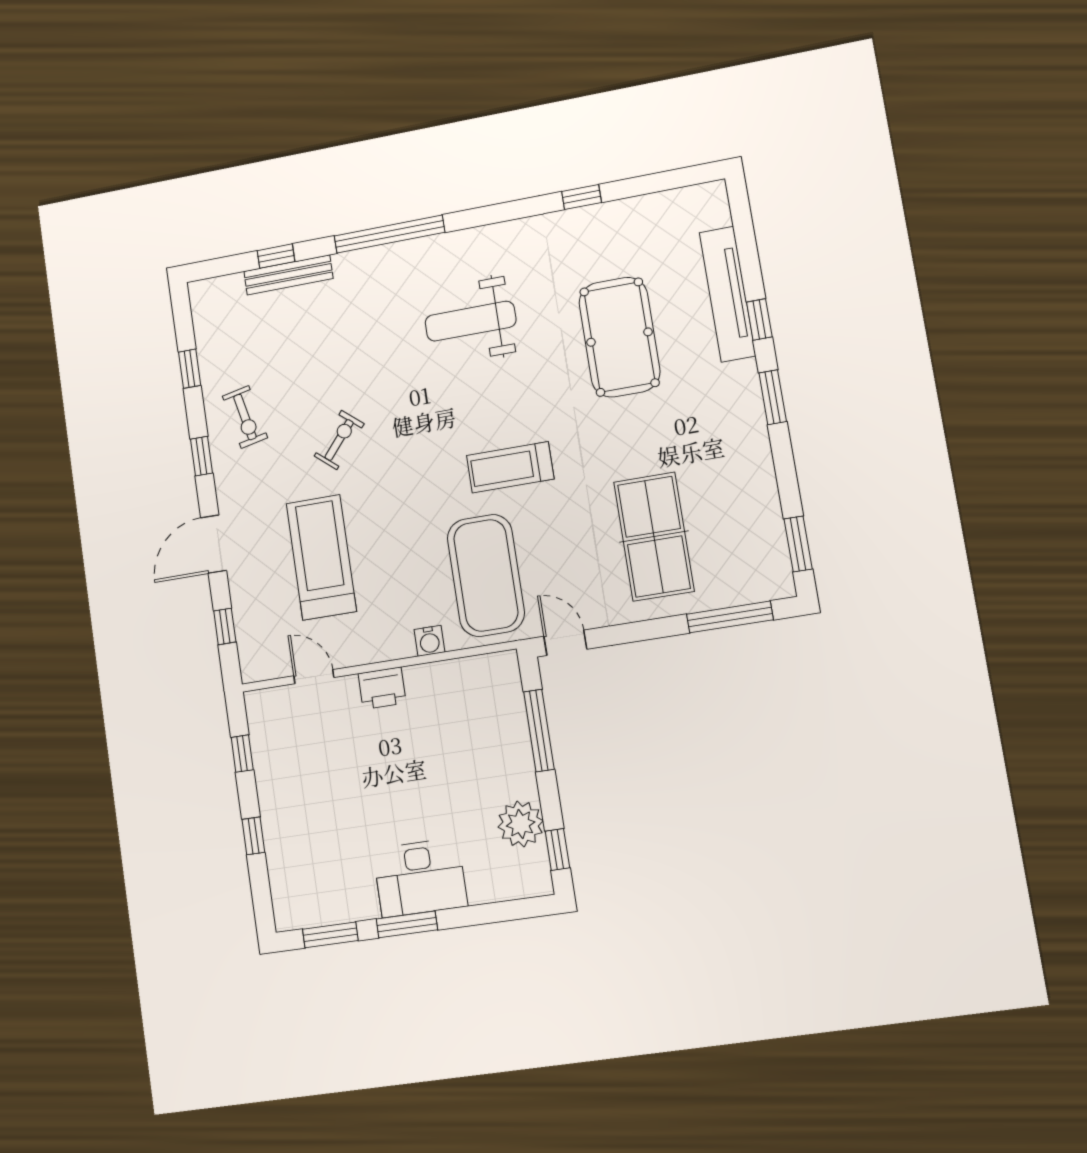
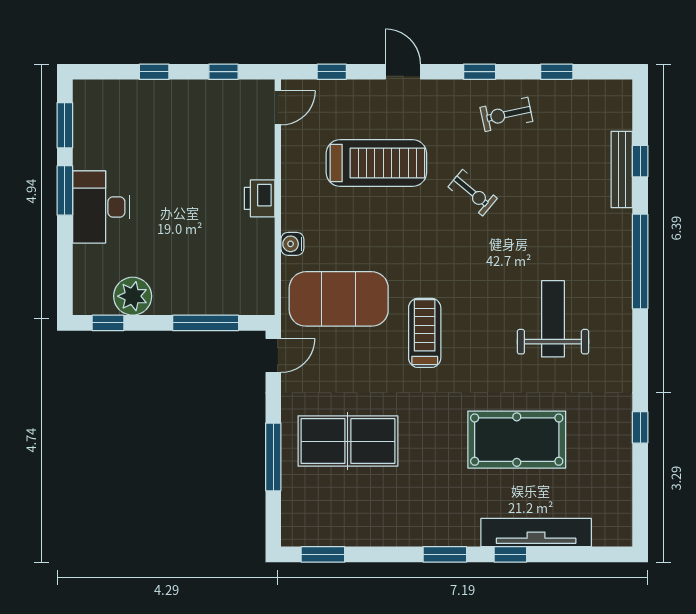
door: (214, 544) -> (403, 72), width x0.73
window: (730, 617) -> (273, 457), moved
door: (314, 677) -> (278, 108), moved

